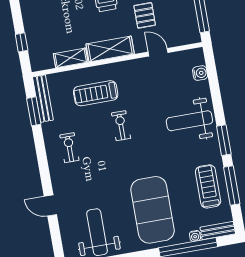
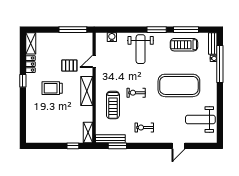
shelving: (71, 58) -> (88, 132), moved
exercise mat: (153, 210) -> (179, 85), moved

